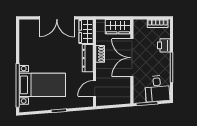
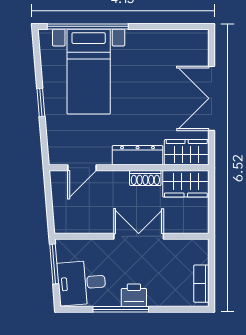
wardrobe: (118, 27) -> (186, 184), moved, turned -90
printer: (164, 45) -> (134, 295), moved
double door: (132, 58) -> (139, 236), width x0.73
door: (95, 88) -> (82, 168), swing flipped

